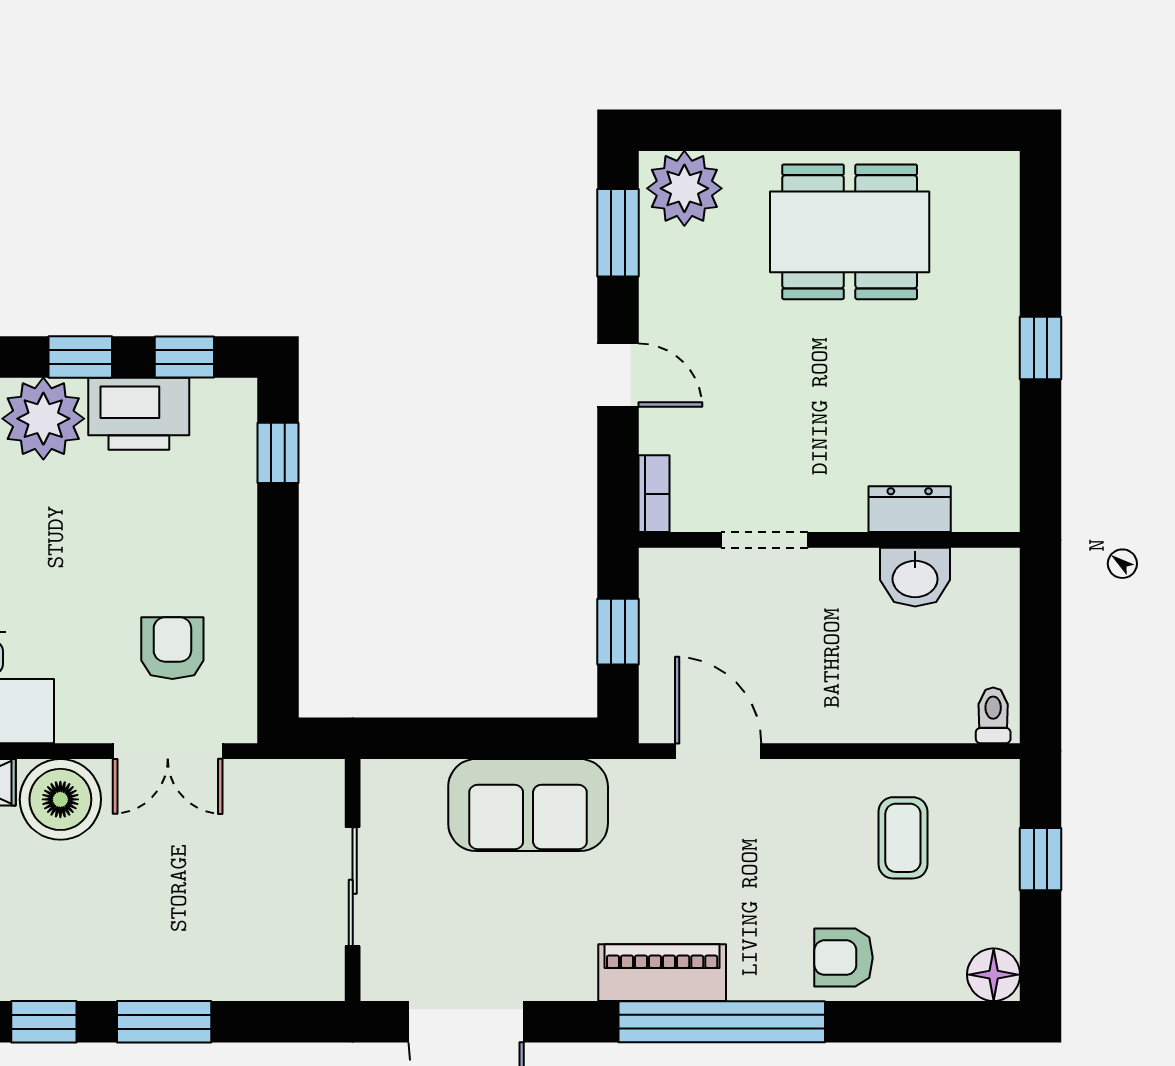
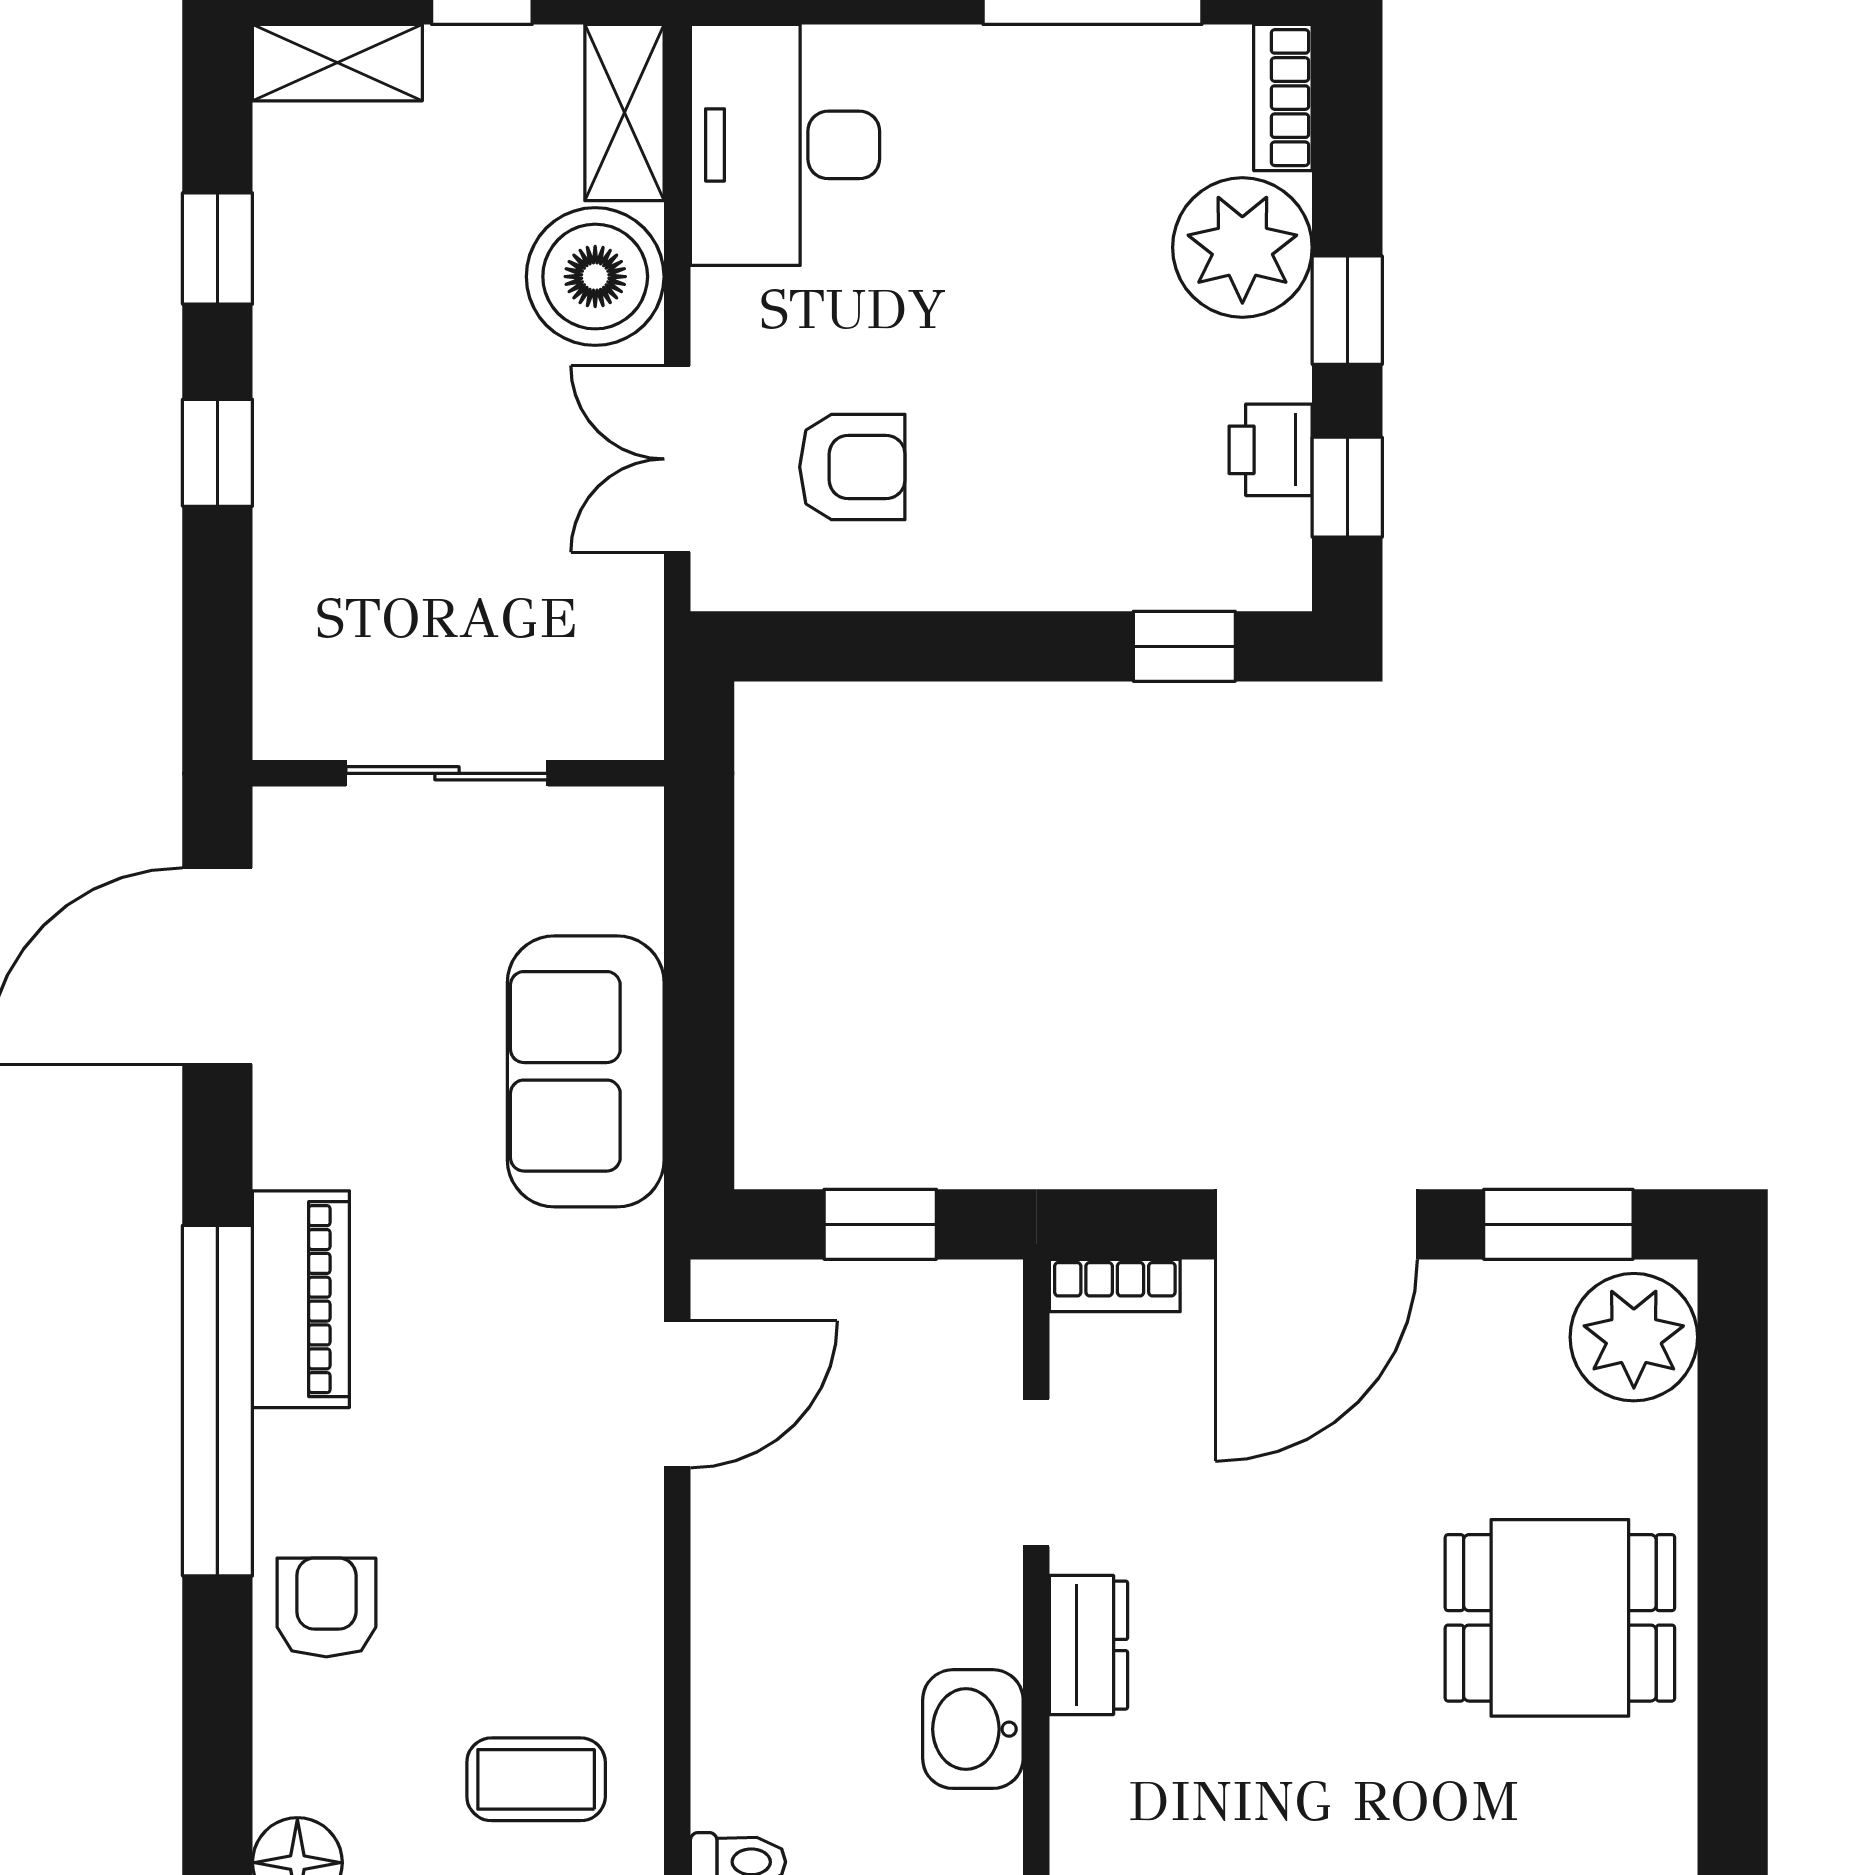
dining table: (850, 232) -> (1560, 1618), width x0.73
door: (618, 375) -> (1316, 1224), width x1.87
printer: (139, 414) -> (1271, 450), width x0.53, depth x0.68
dresser: (910, 509) -> (1089, 1645), moved
coffee table: (903, 838) -> (536, 1779), moved
window: (164, 1022) -> (217, 453), width x0.67

